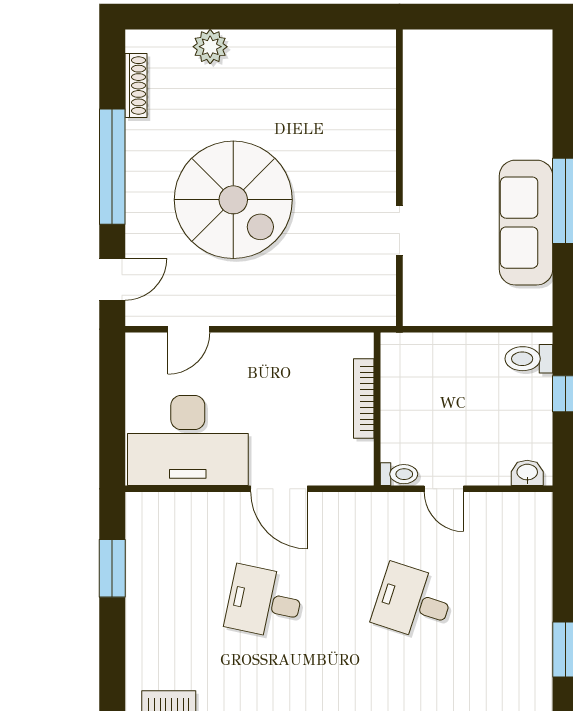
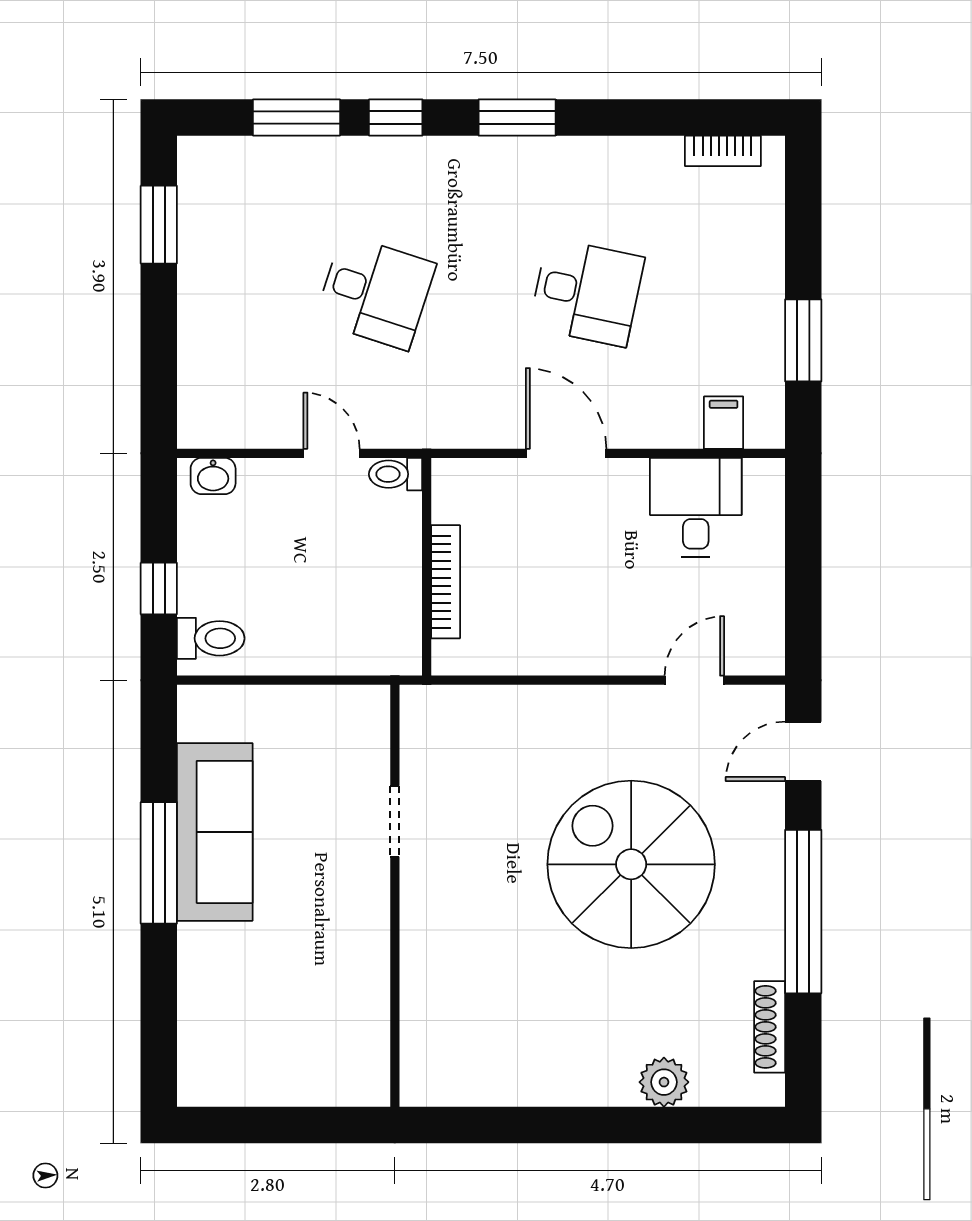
desk: (188, 440) -> (696, 507), width x0.53, depth x0.77
filing cabinet: (168, 510) -> (724, 423), added

